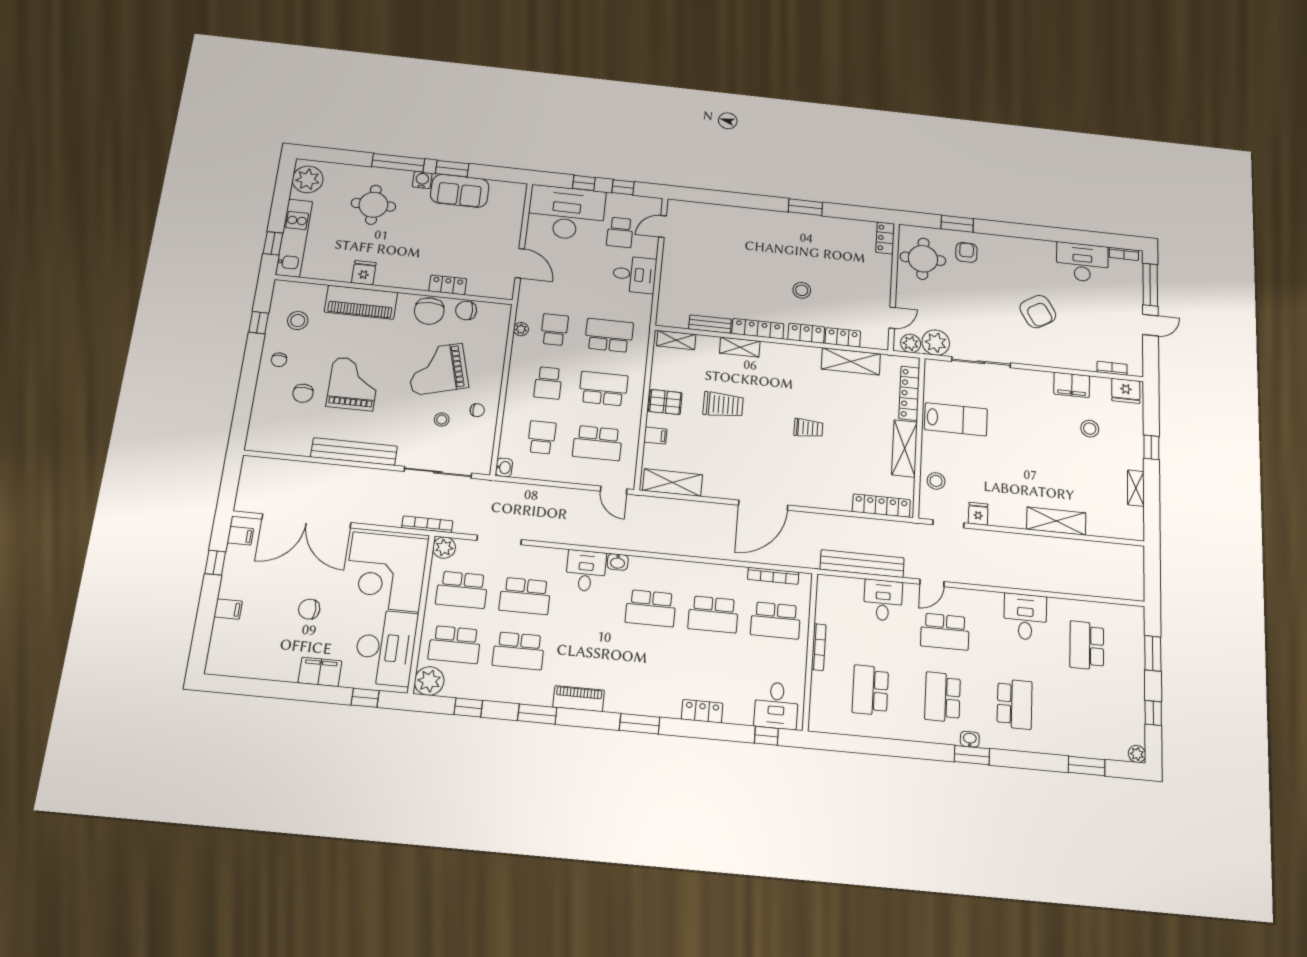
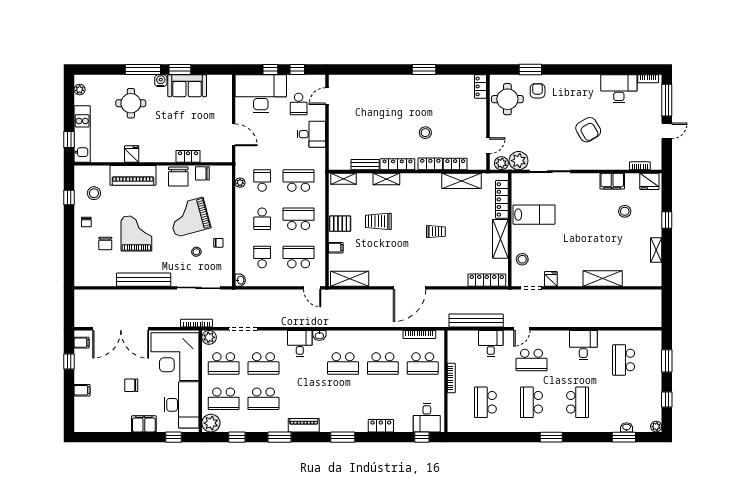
plant: (308, 179) -> (80, 90), width x0.53, depth x0.53
trolley: (723, 405) -> (378, 221), turned 180
school desk: (597, 443) -> (299, 257), turned 180
washbasin: (970, 739) -> (627, 427), moved

